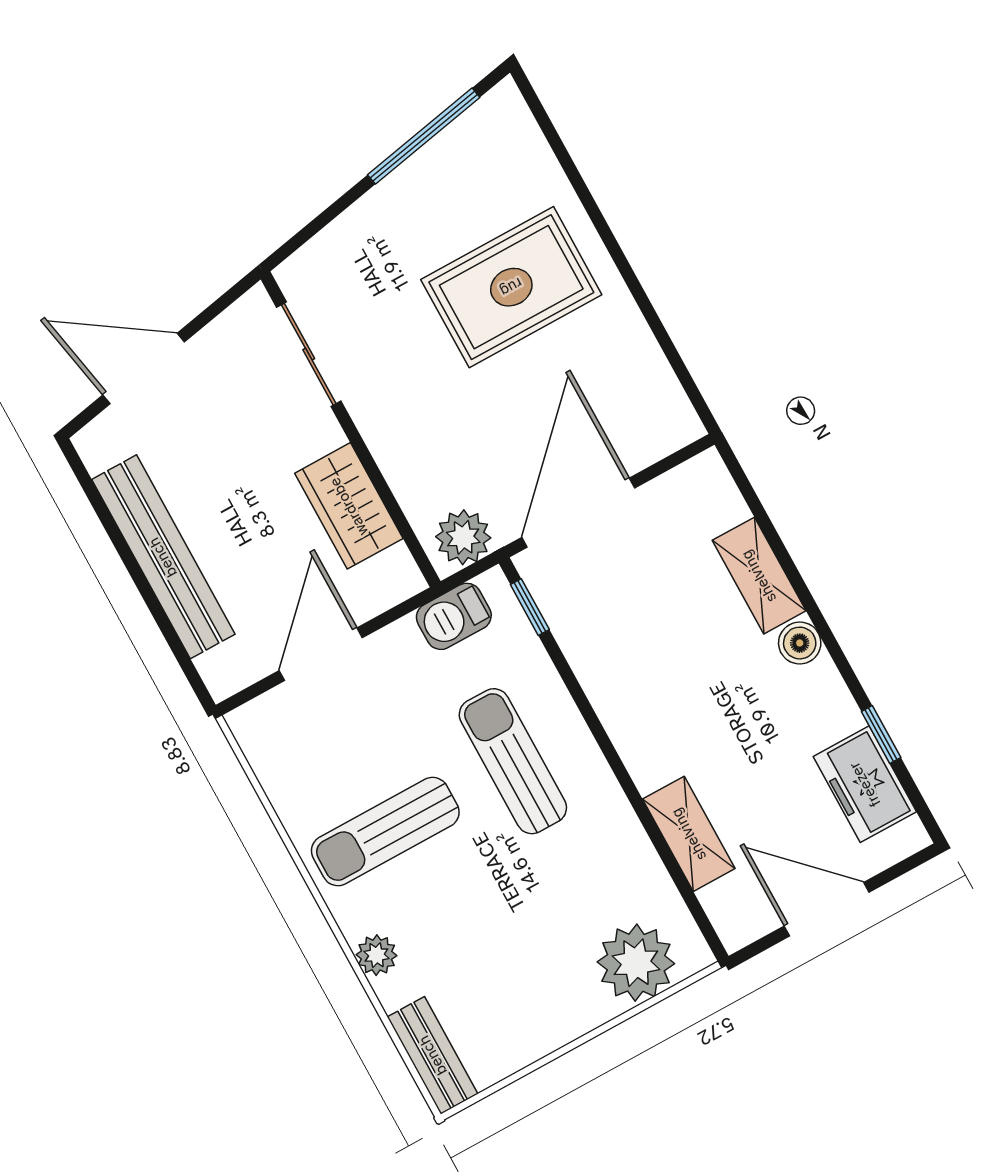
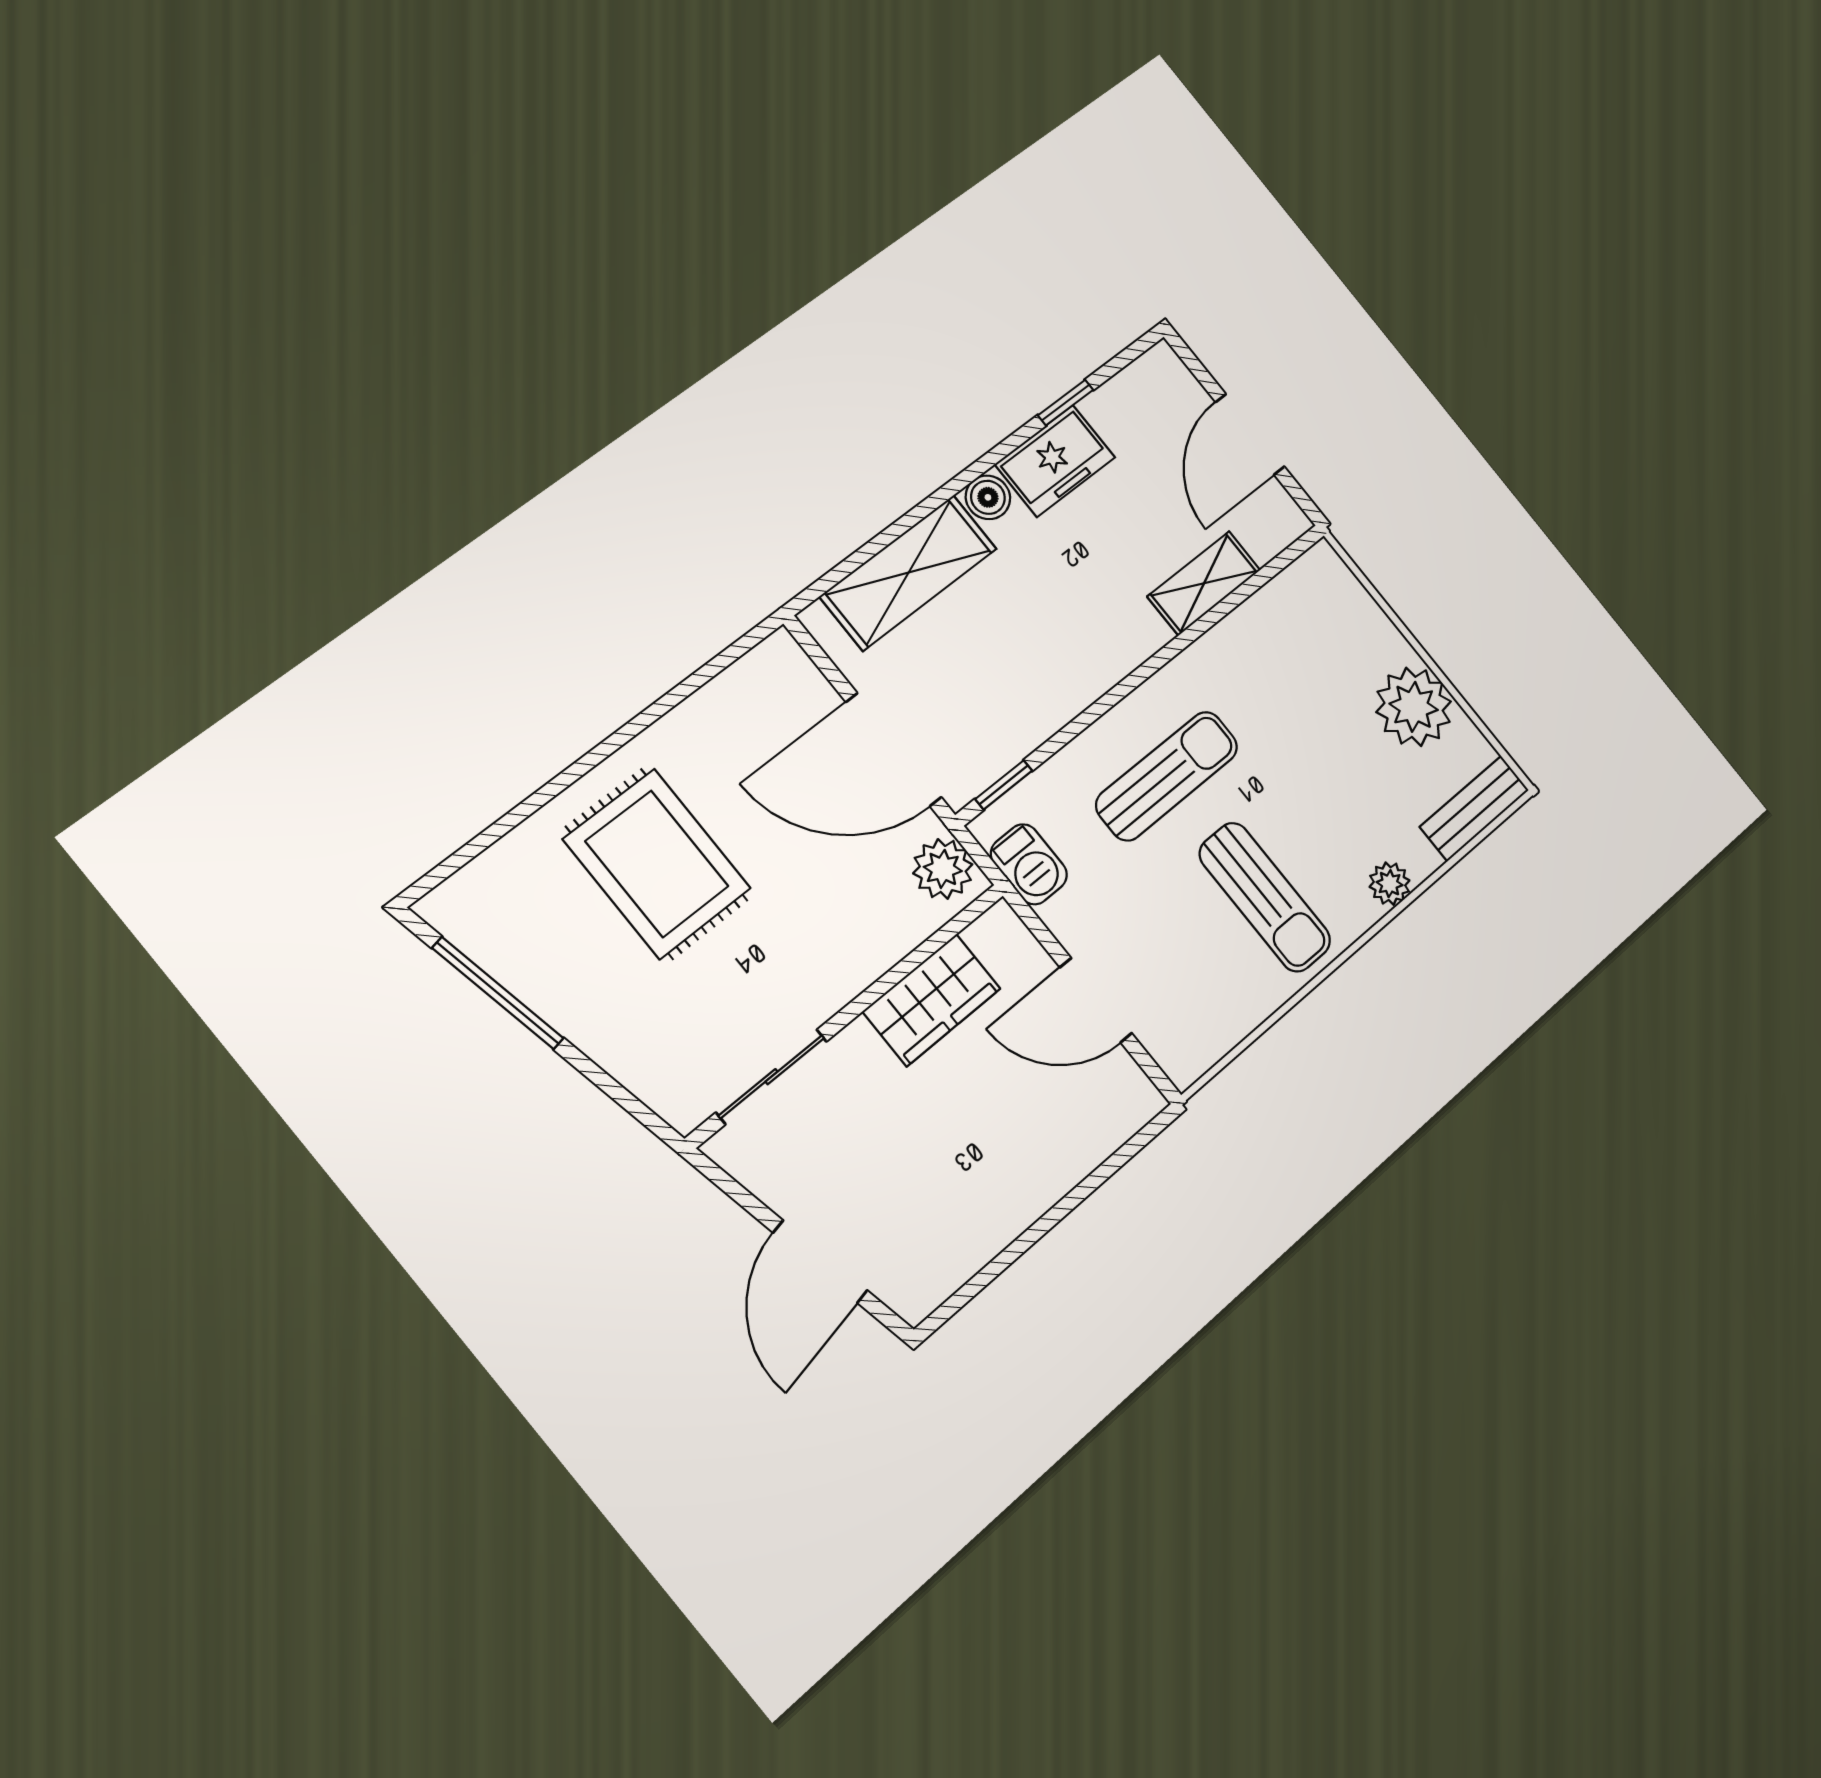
bench: (163, 557) -> (1025, 1195), removed
shelving: (759, 576) -> (909, 573), width x1.50, depth x1.33
sun lounger: (513, 761) -> (1167, 776), turned 180
freezer: (865, 784) -> (1055, 461), moved
plant: (636, 963) -> (1414, 707), moved

